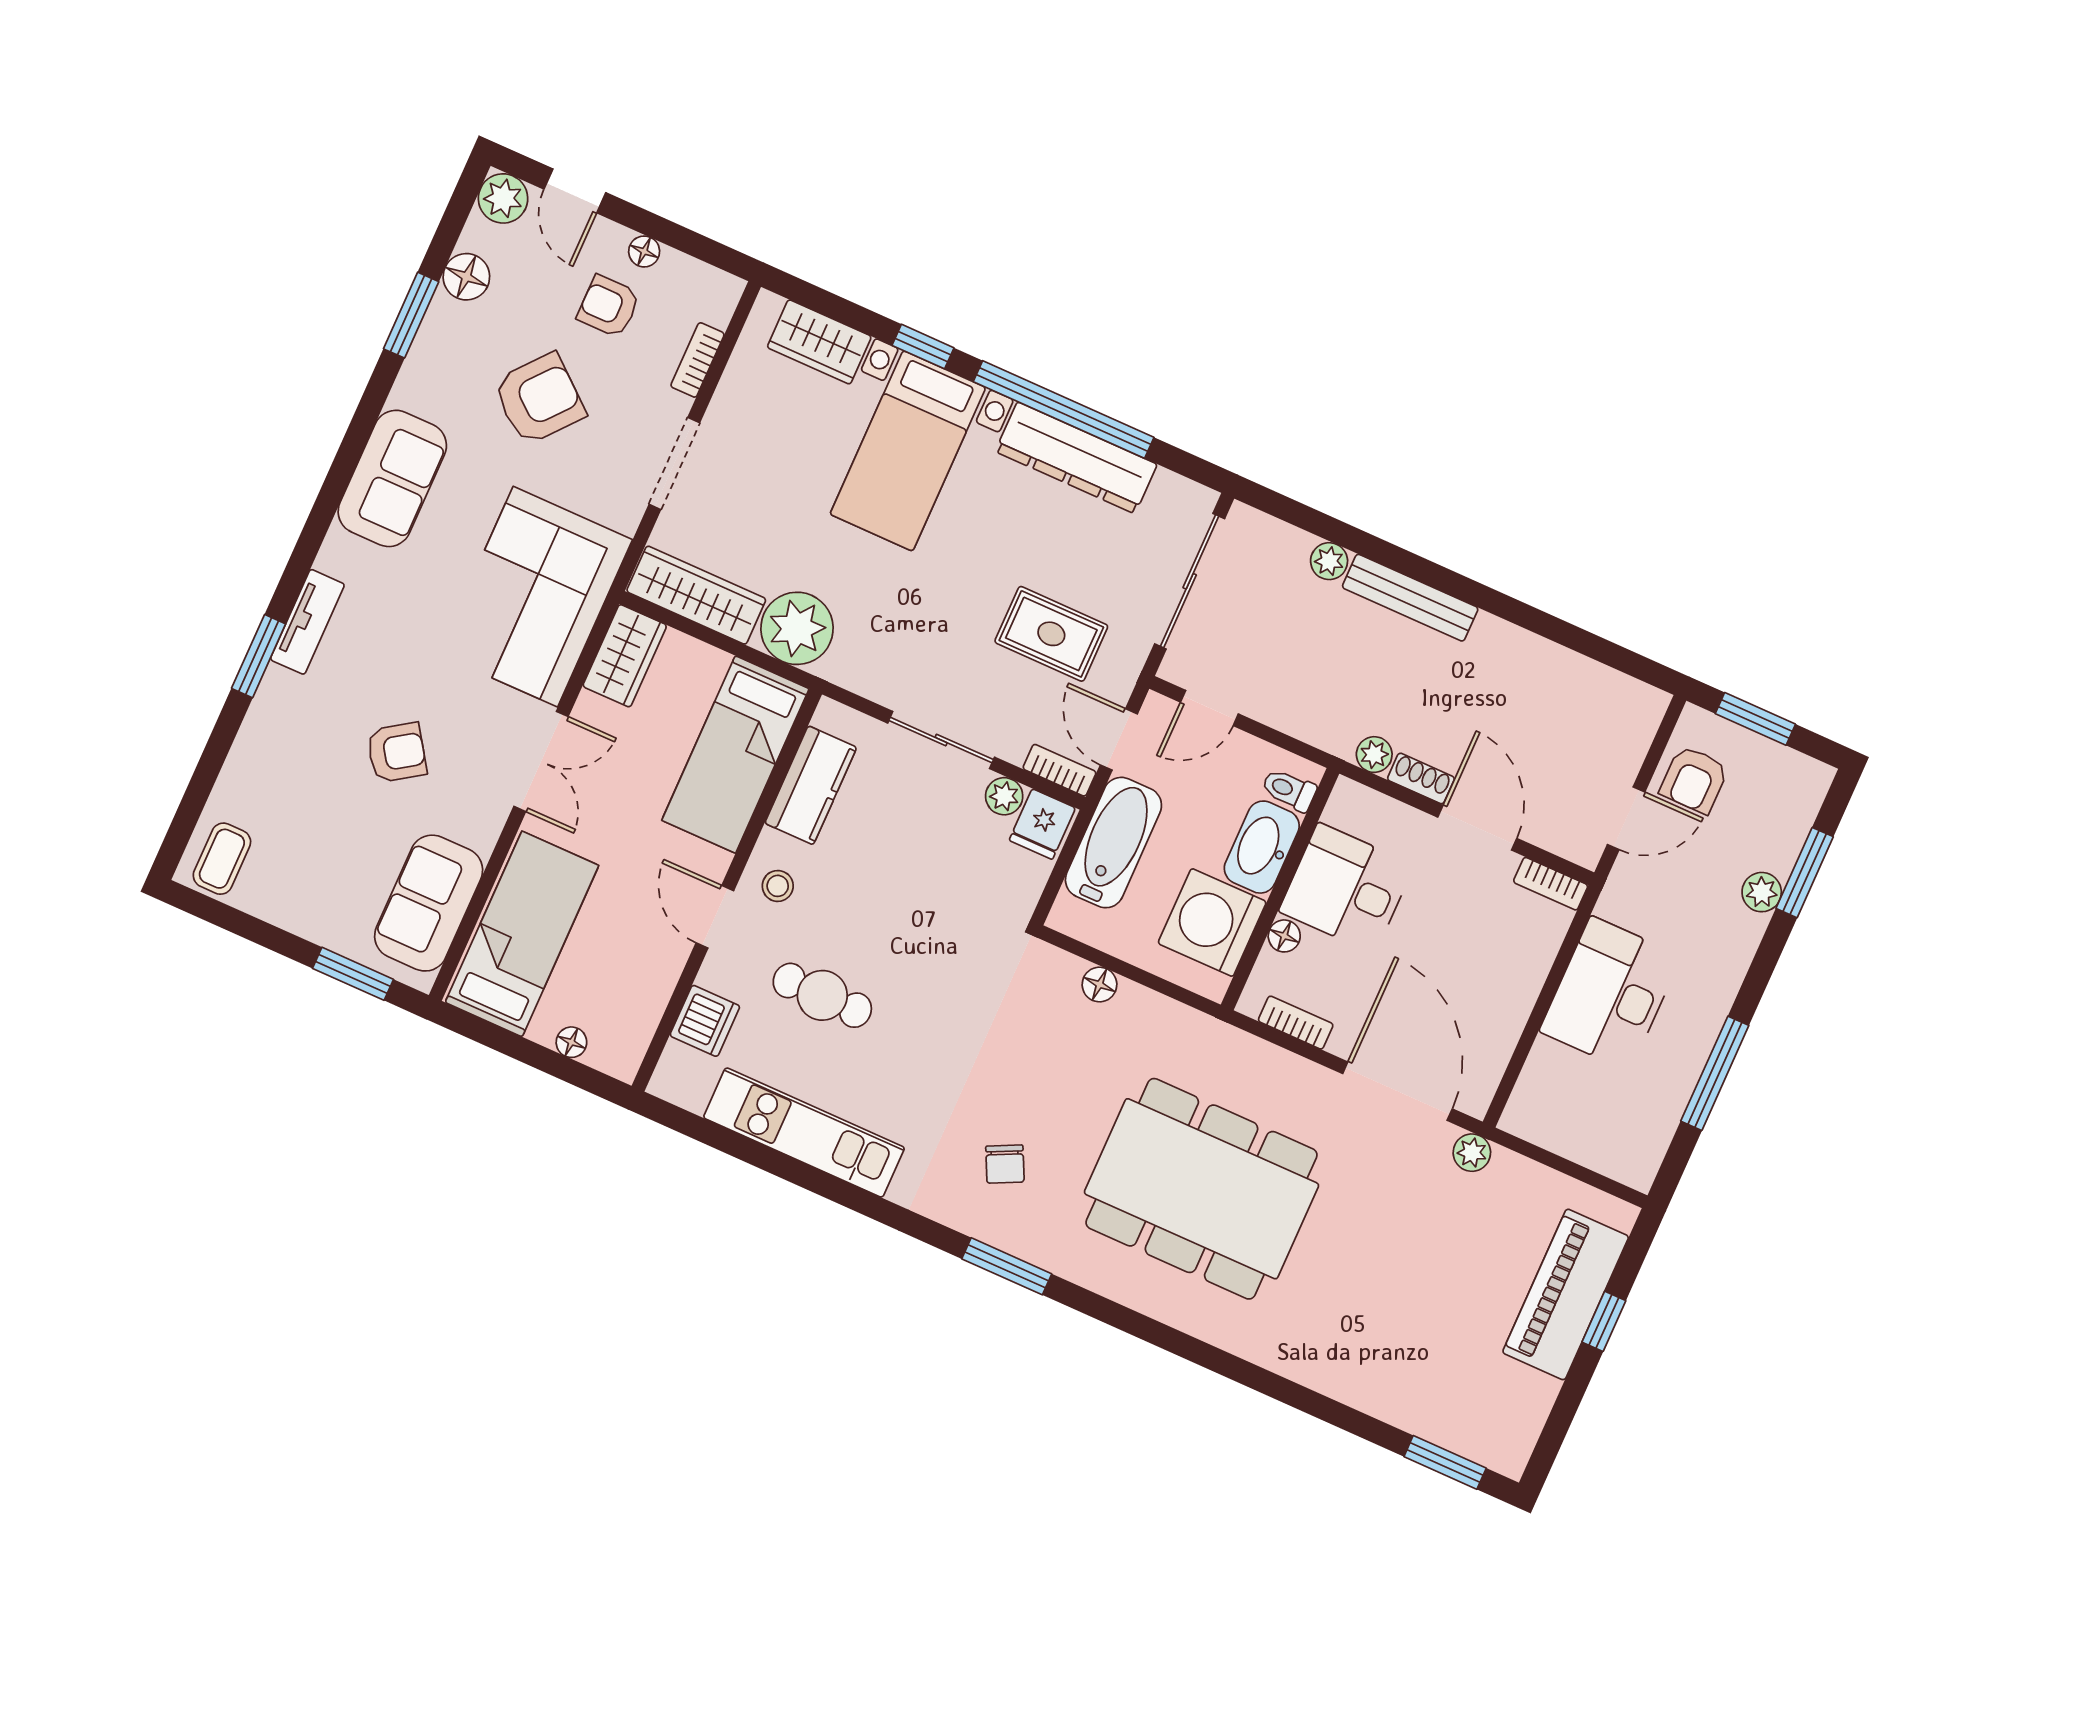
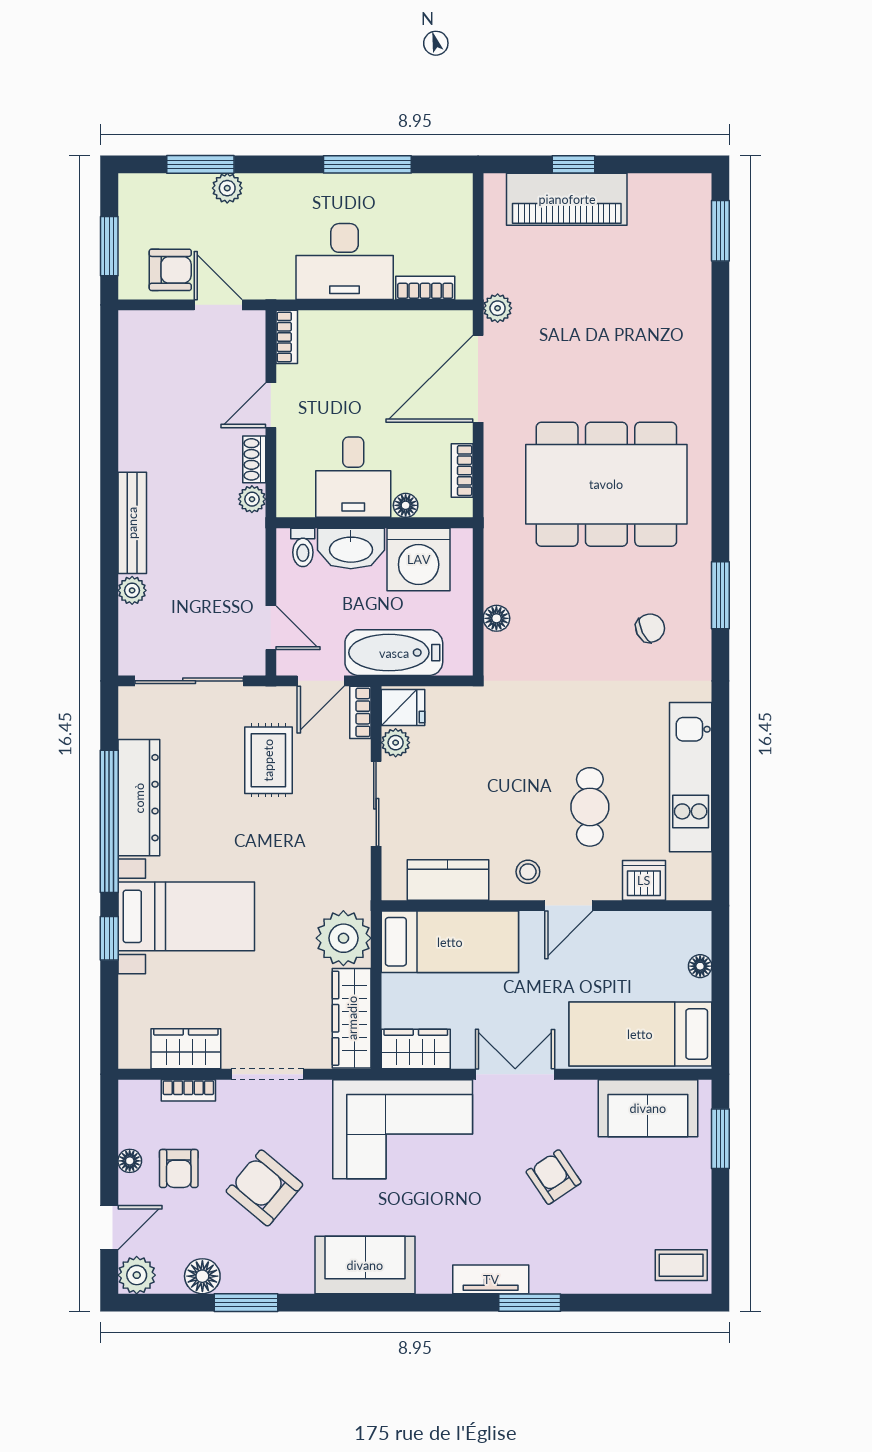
wardrobe: (819, 342) -> (186, 1049), moved, turned -90
door: (1477, 828) -> (271, 405), width x0.73
bookcase: (1535, 1077) -> (425, 288), added
dining table: (1202, 1189) -> (606, 484), turned 90

